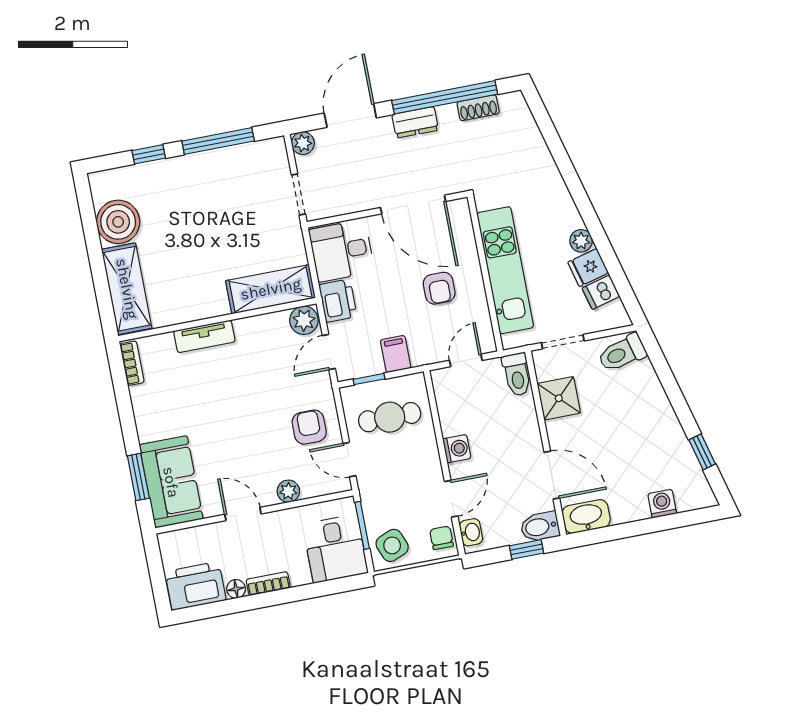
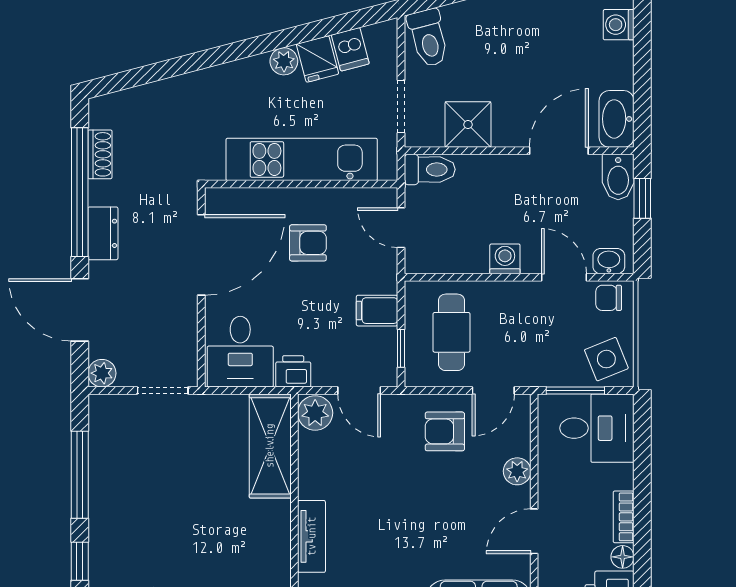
printer: (338, 301) -> (293, 371), width x0.73, depth x0.81

